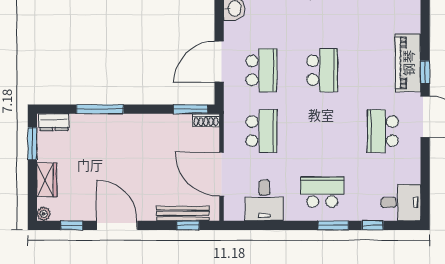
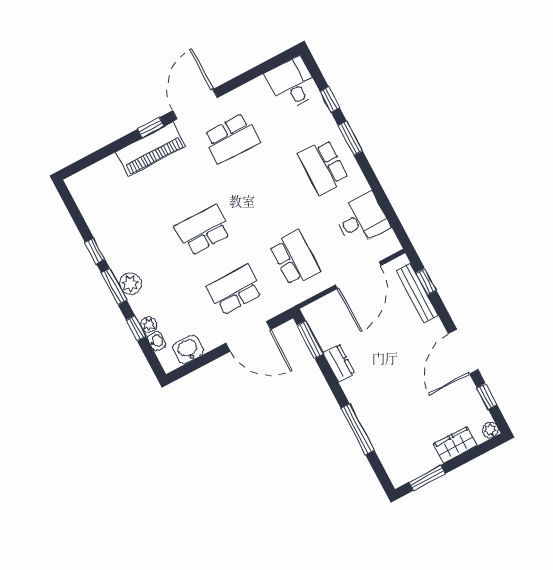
shoe rack: (206, 120) -> (313, 319), removed
dresser: (54, 122) -> (339, 363), moved
school desk: (262, 131) -> (295, 258), turned 90

